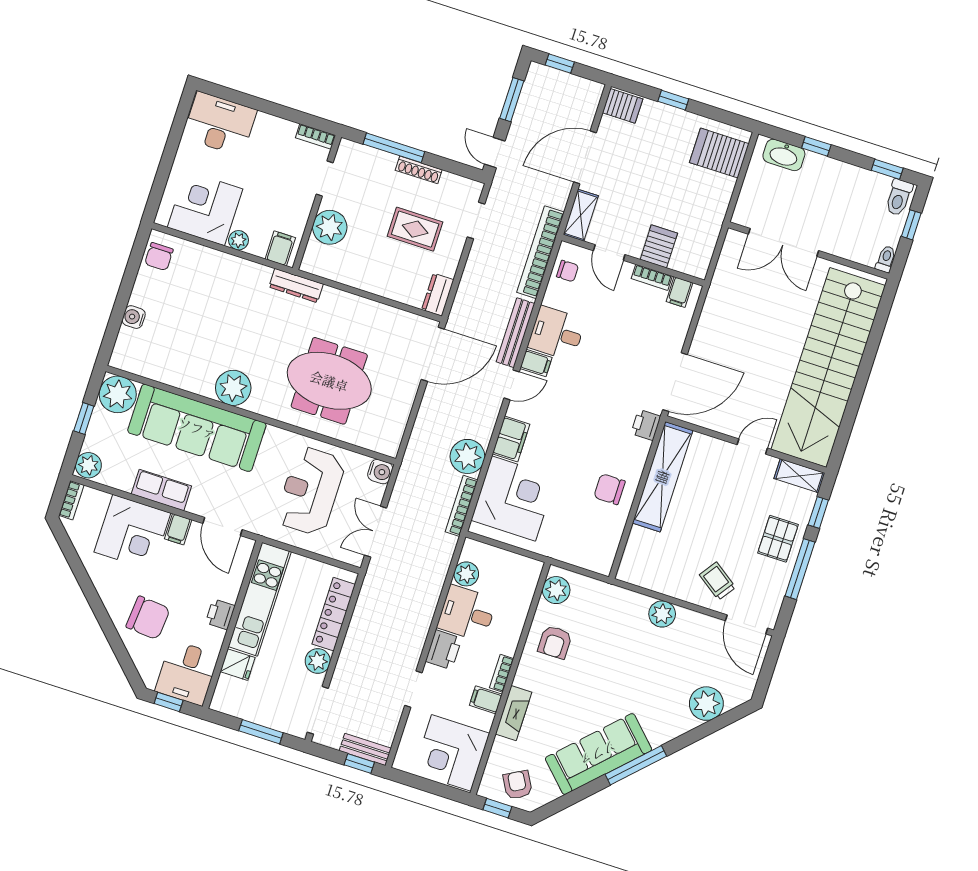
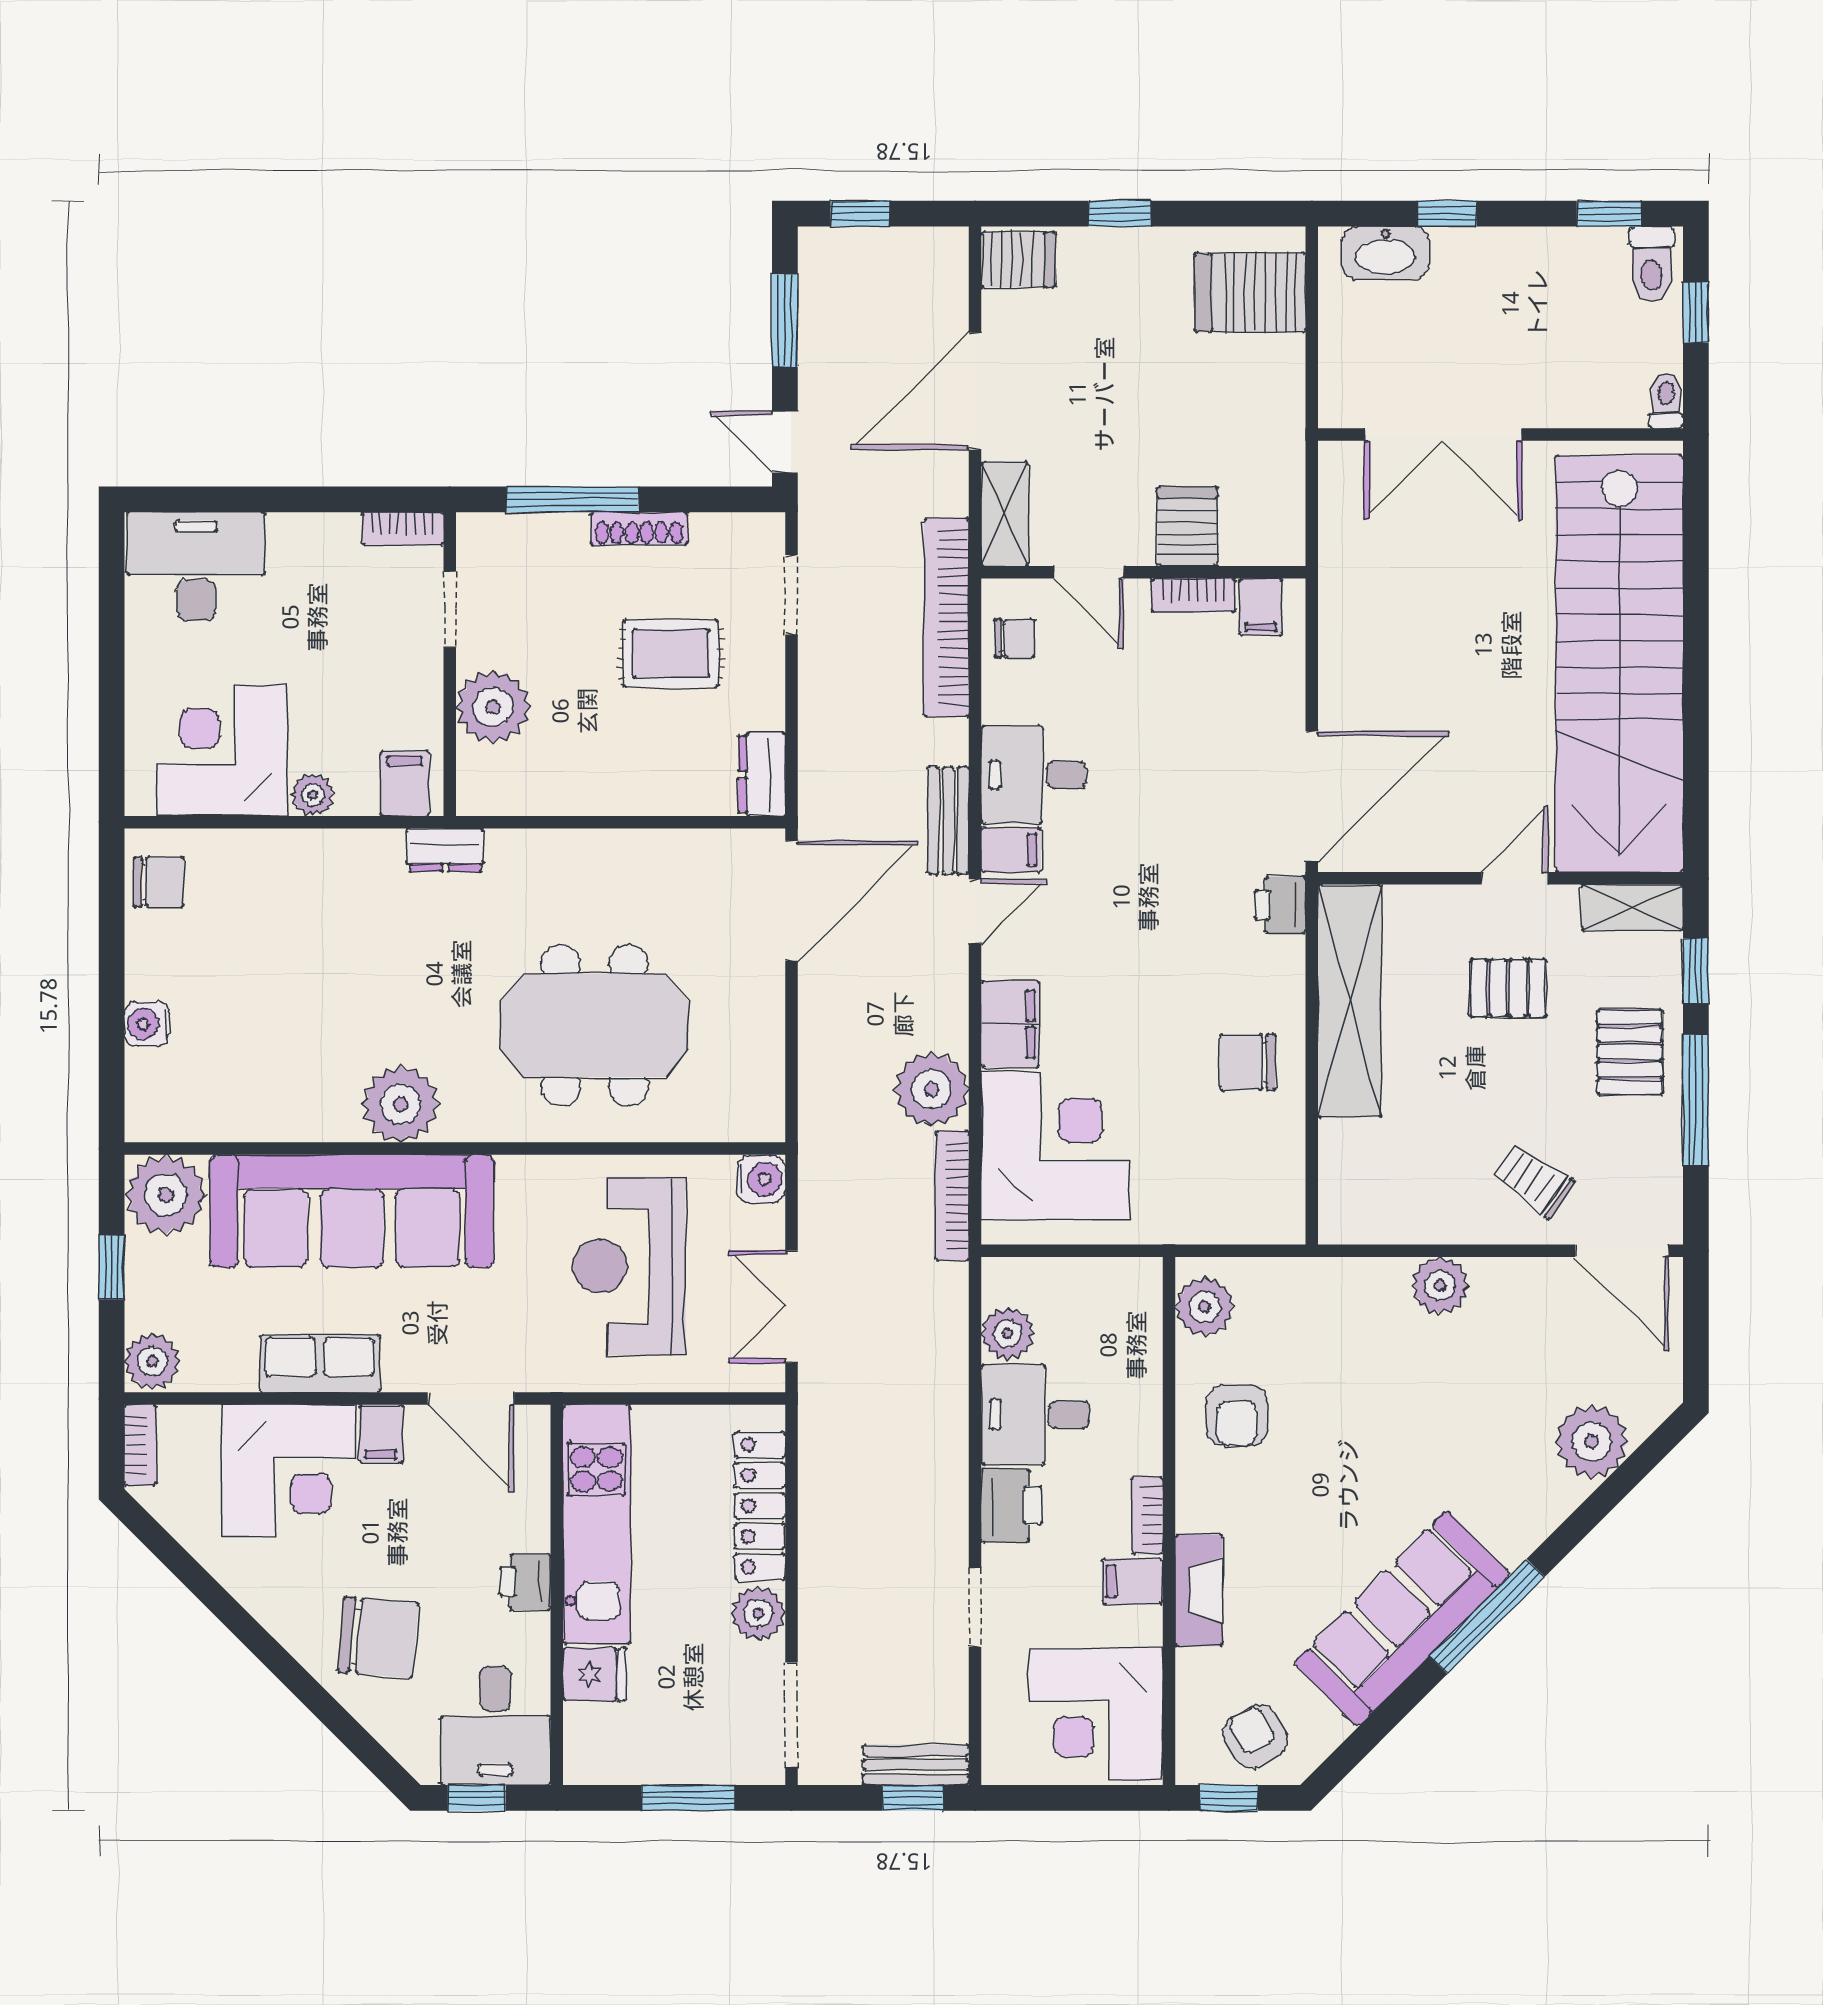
chair: (159, 257) -> (159, 882), turned -90
dresser: (296, 286) -> (445, 850), width x0.70
bench: (516, 333) -> (948, 821), width x0.73
pallet: (734, 494) -> (1508, 988), added

